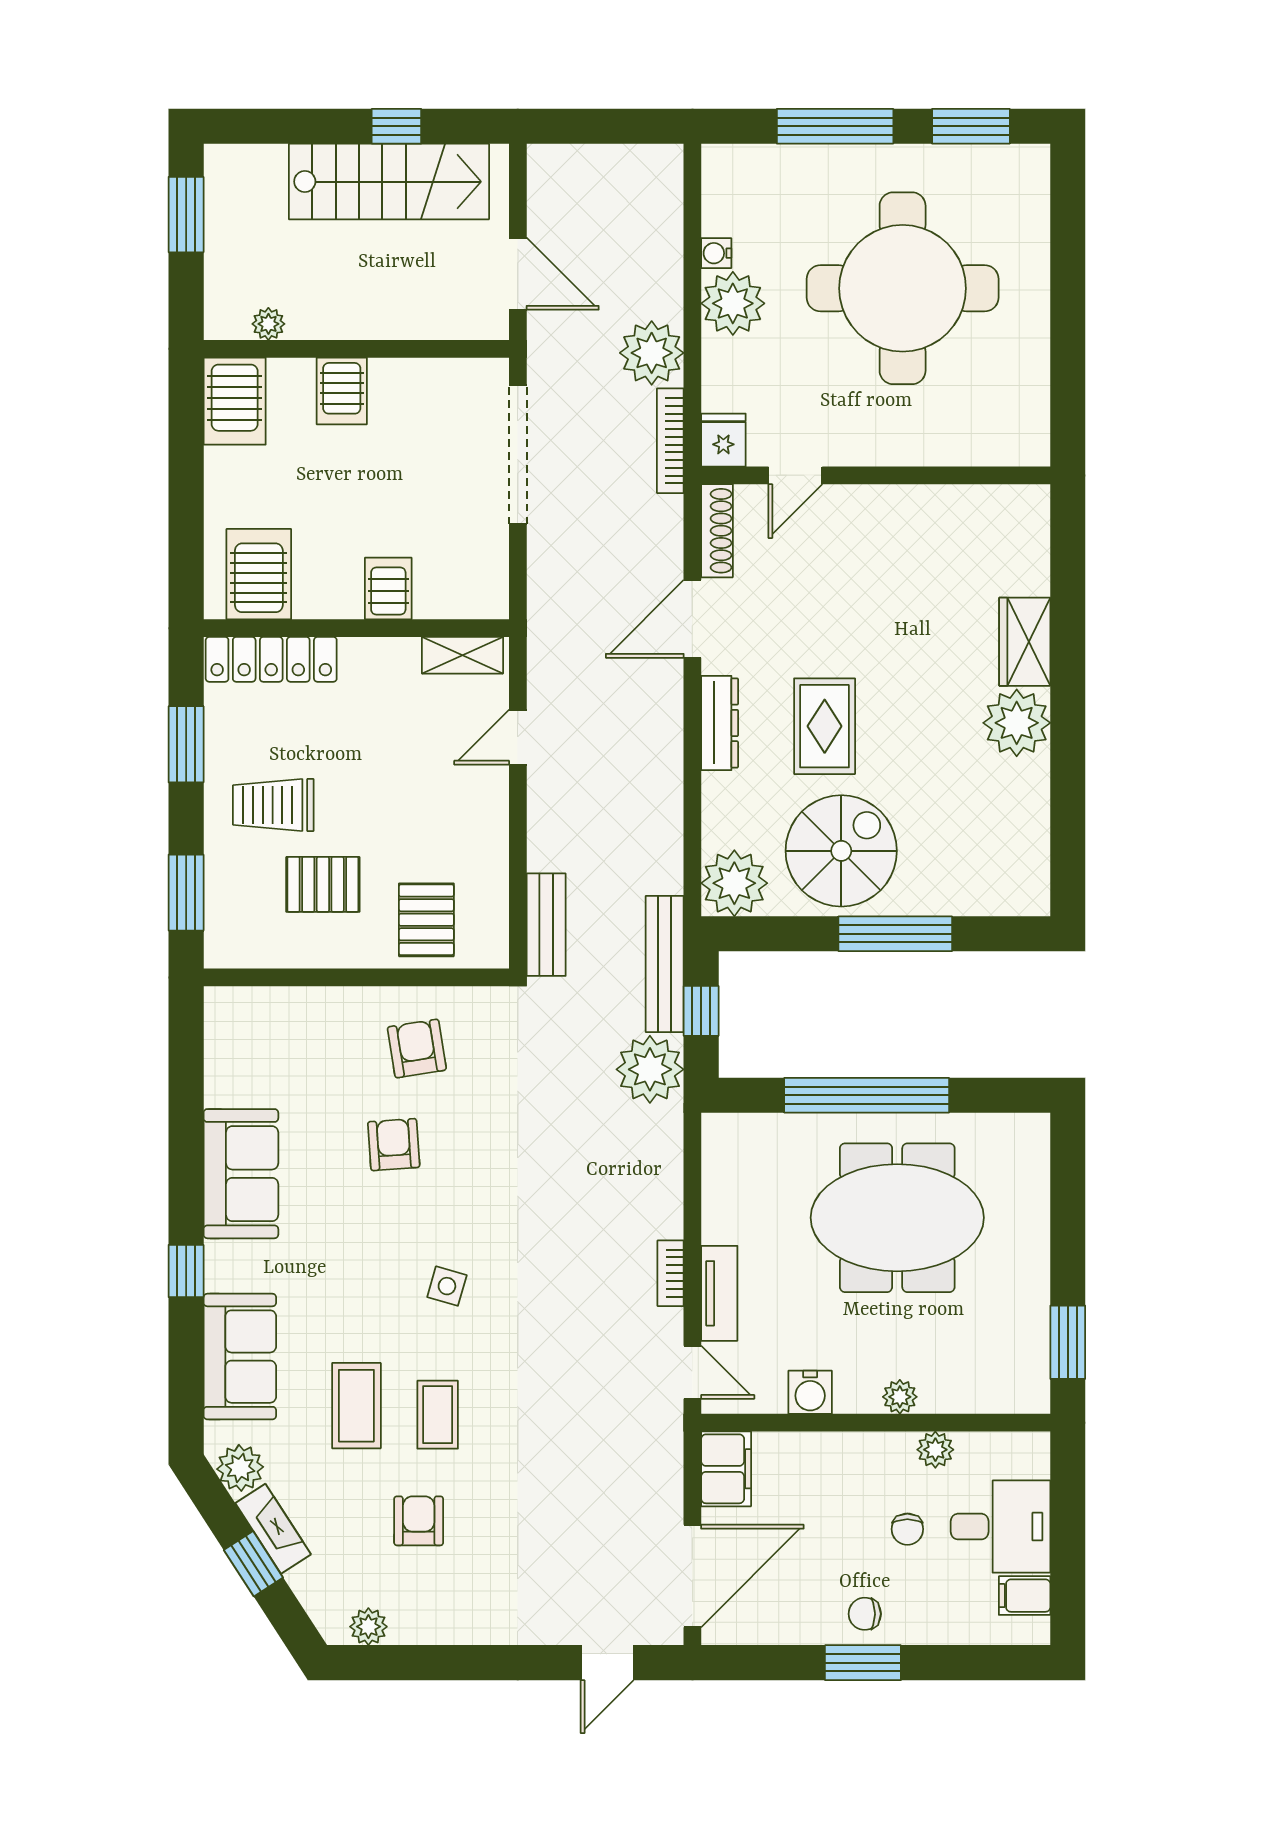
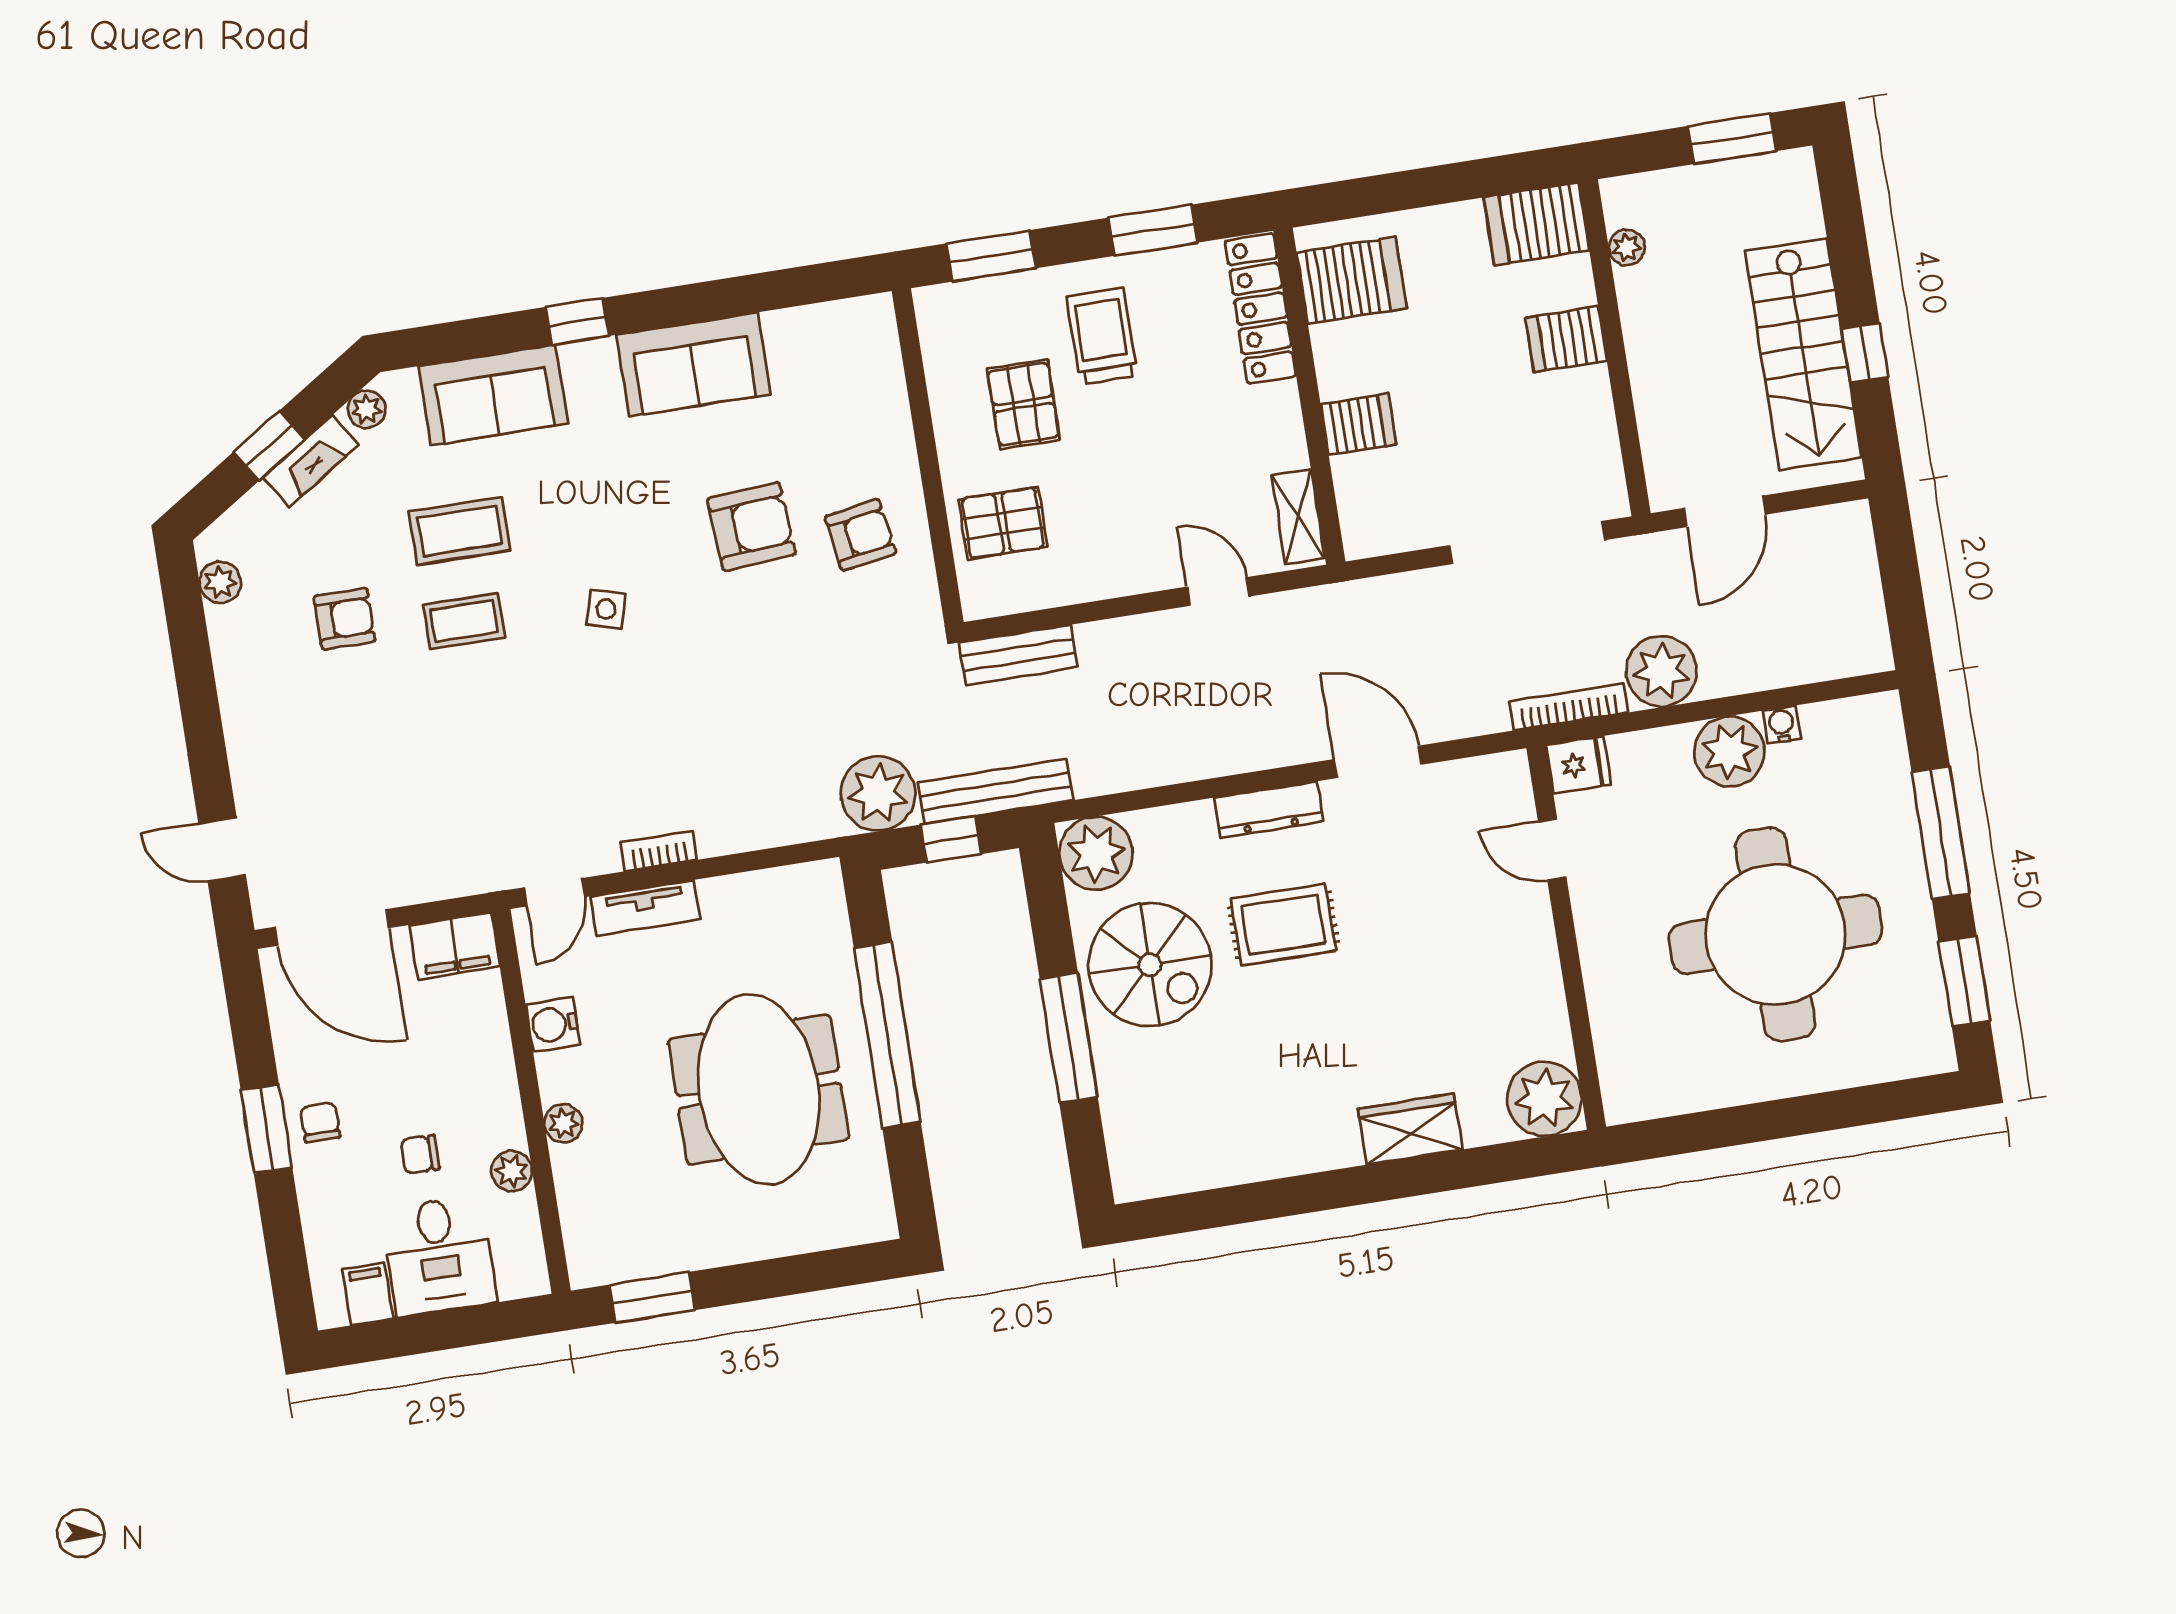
shoe rack: (717, 531) -> (1478, 773), removed
plant: (1017, 723) -> (1544, 1099), moved
armchair: (394, 1145) -> (751, 526), width x1.38, depth x1.38
plant: (240, 1468) -> (367, 409), width x0.73, depth x0.73

